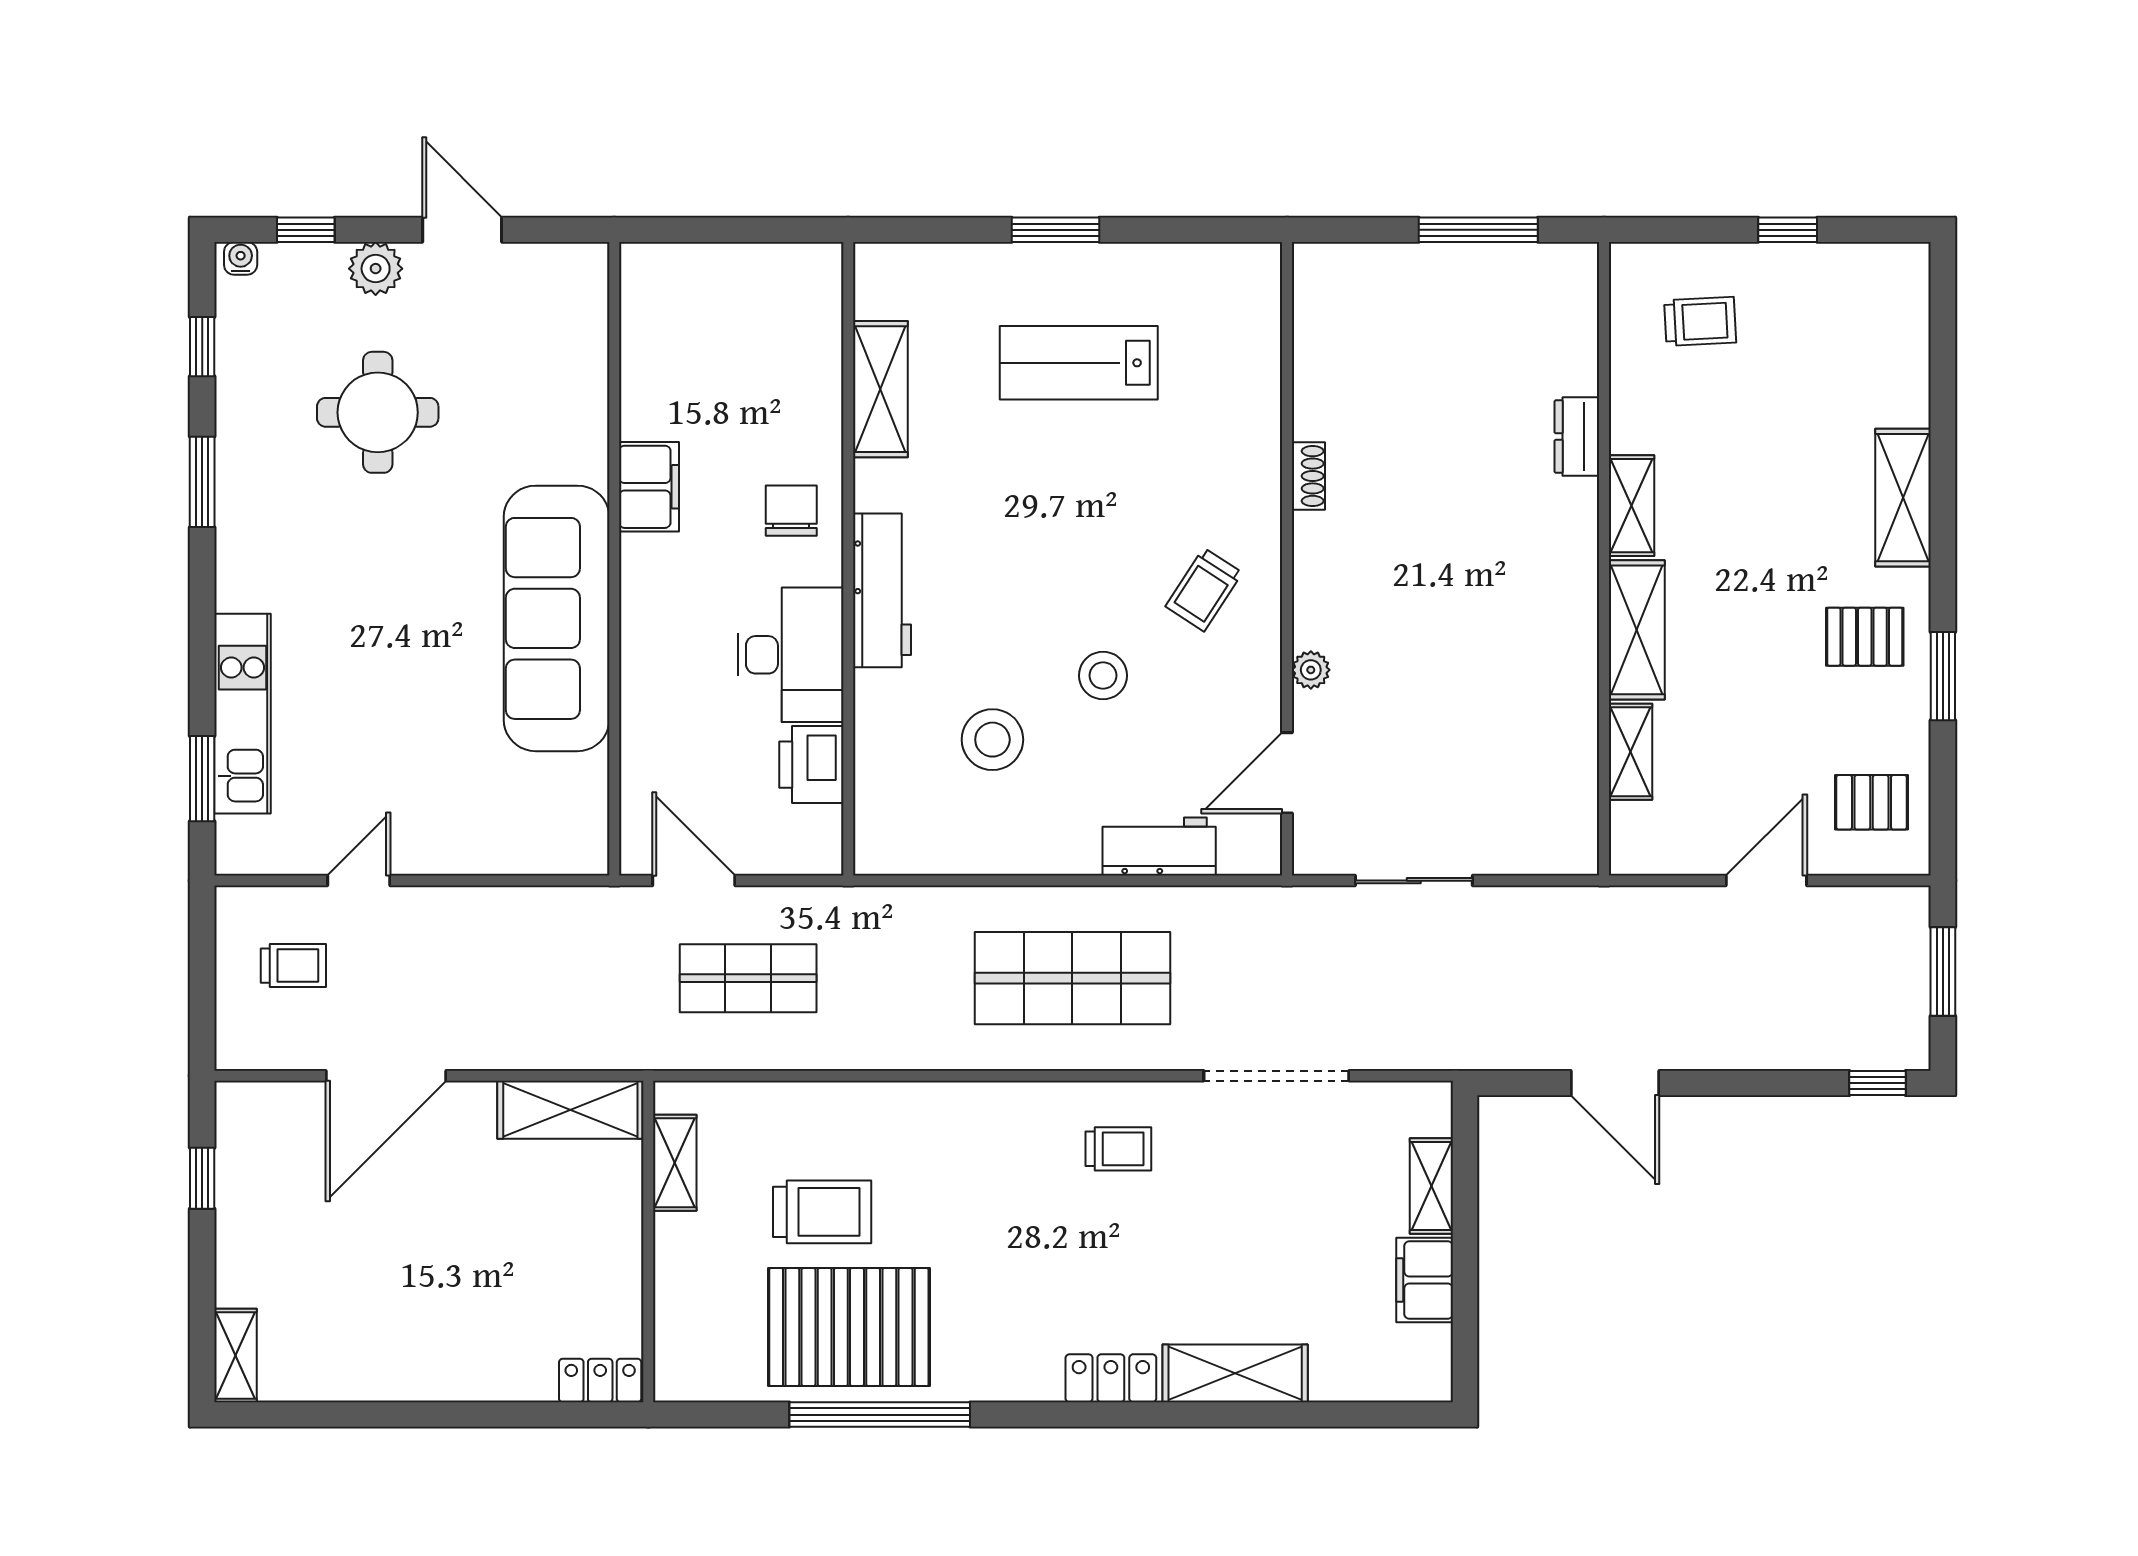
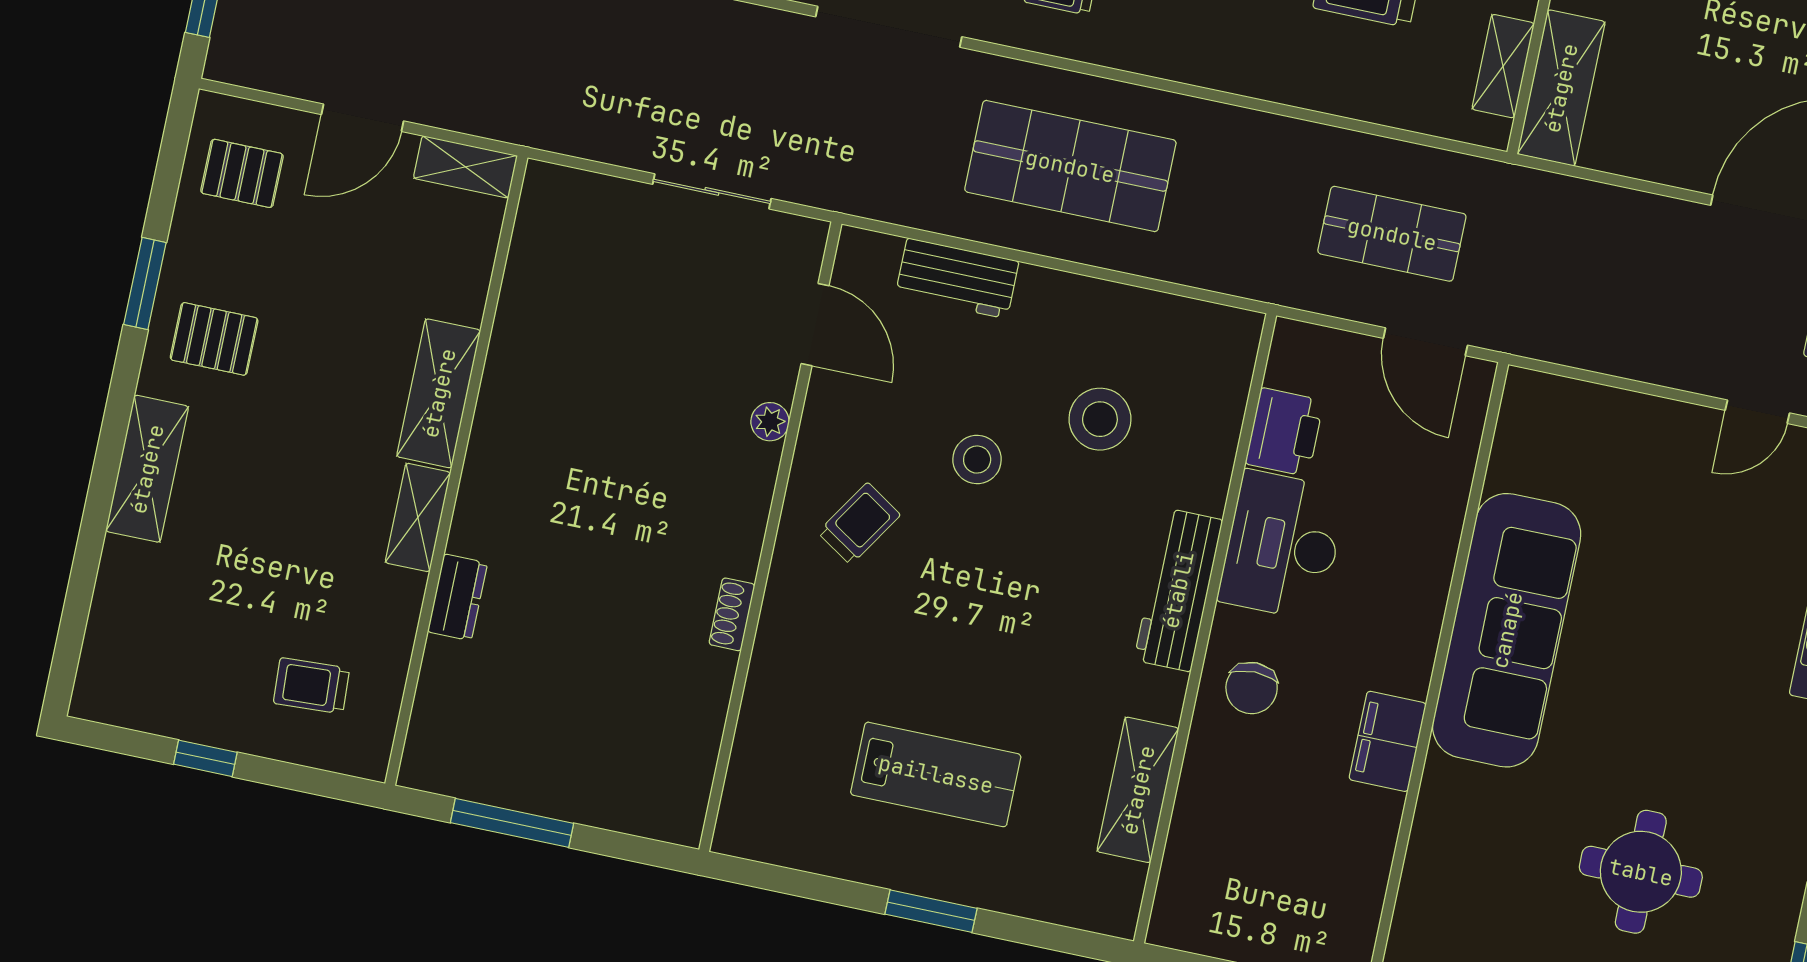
shelving: (1631, 752) -> (465, 167), moved, turned 90
door: (1287, 773) -> (815, 325), hinge flipped
shelving: (570, 1110) -> (1561, 88), moved, turned 90

